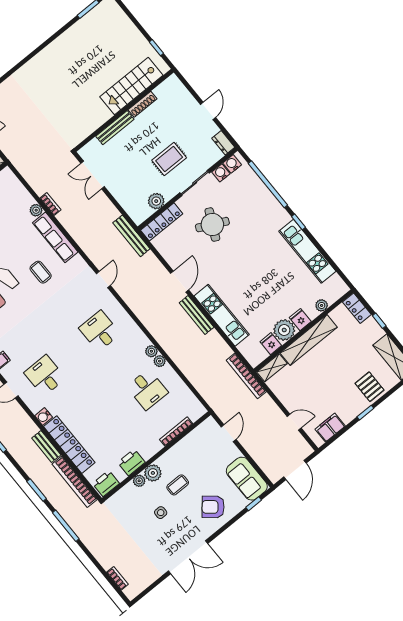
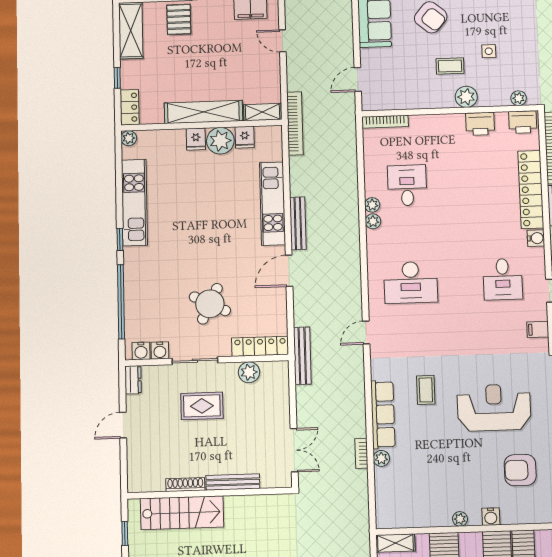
plant: (322, 305) -> (129, 138), moved
desk: (100, 331) -> (411, 282), width x1.37
bookcase: (176, 432) -> (385, 122), moved
plant: (139, 481) -> (519, 98), moved

